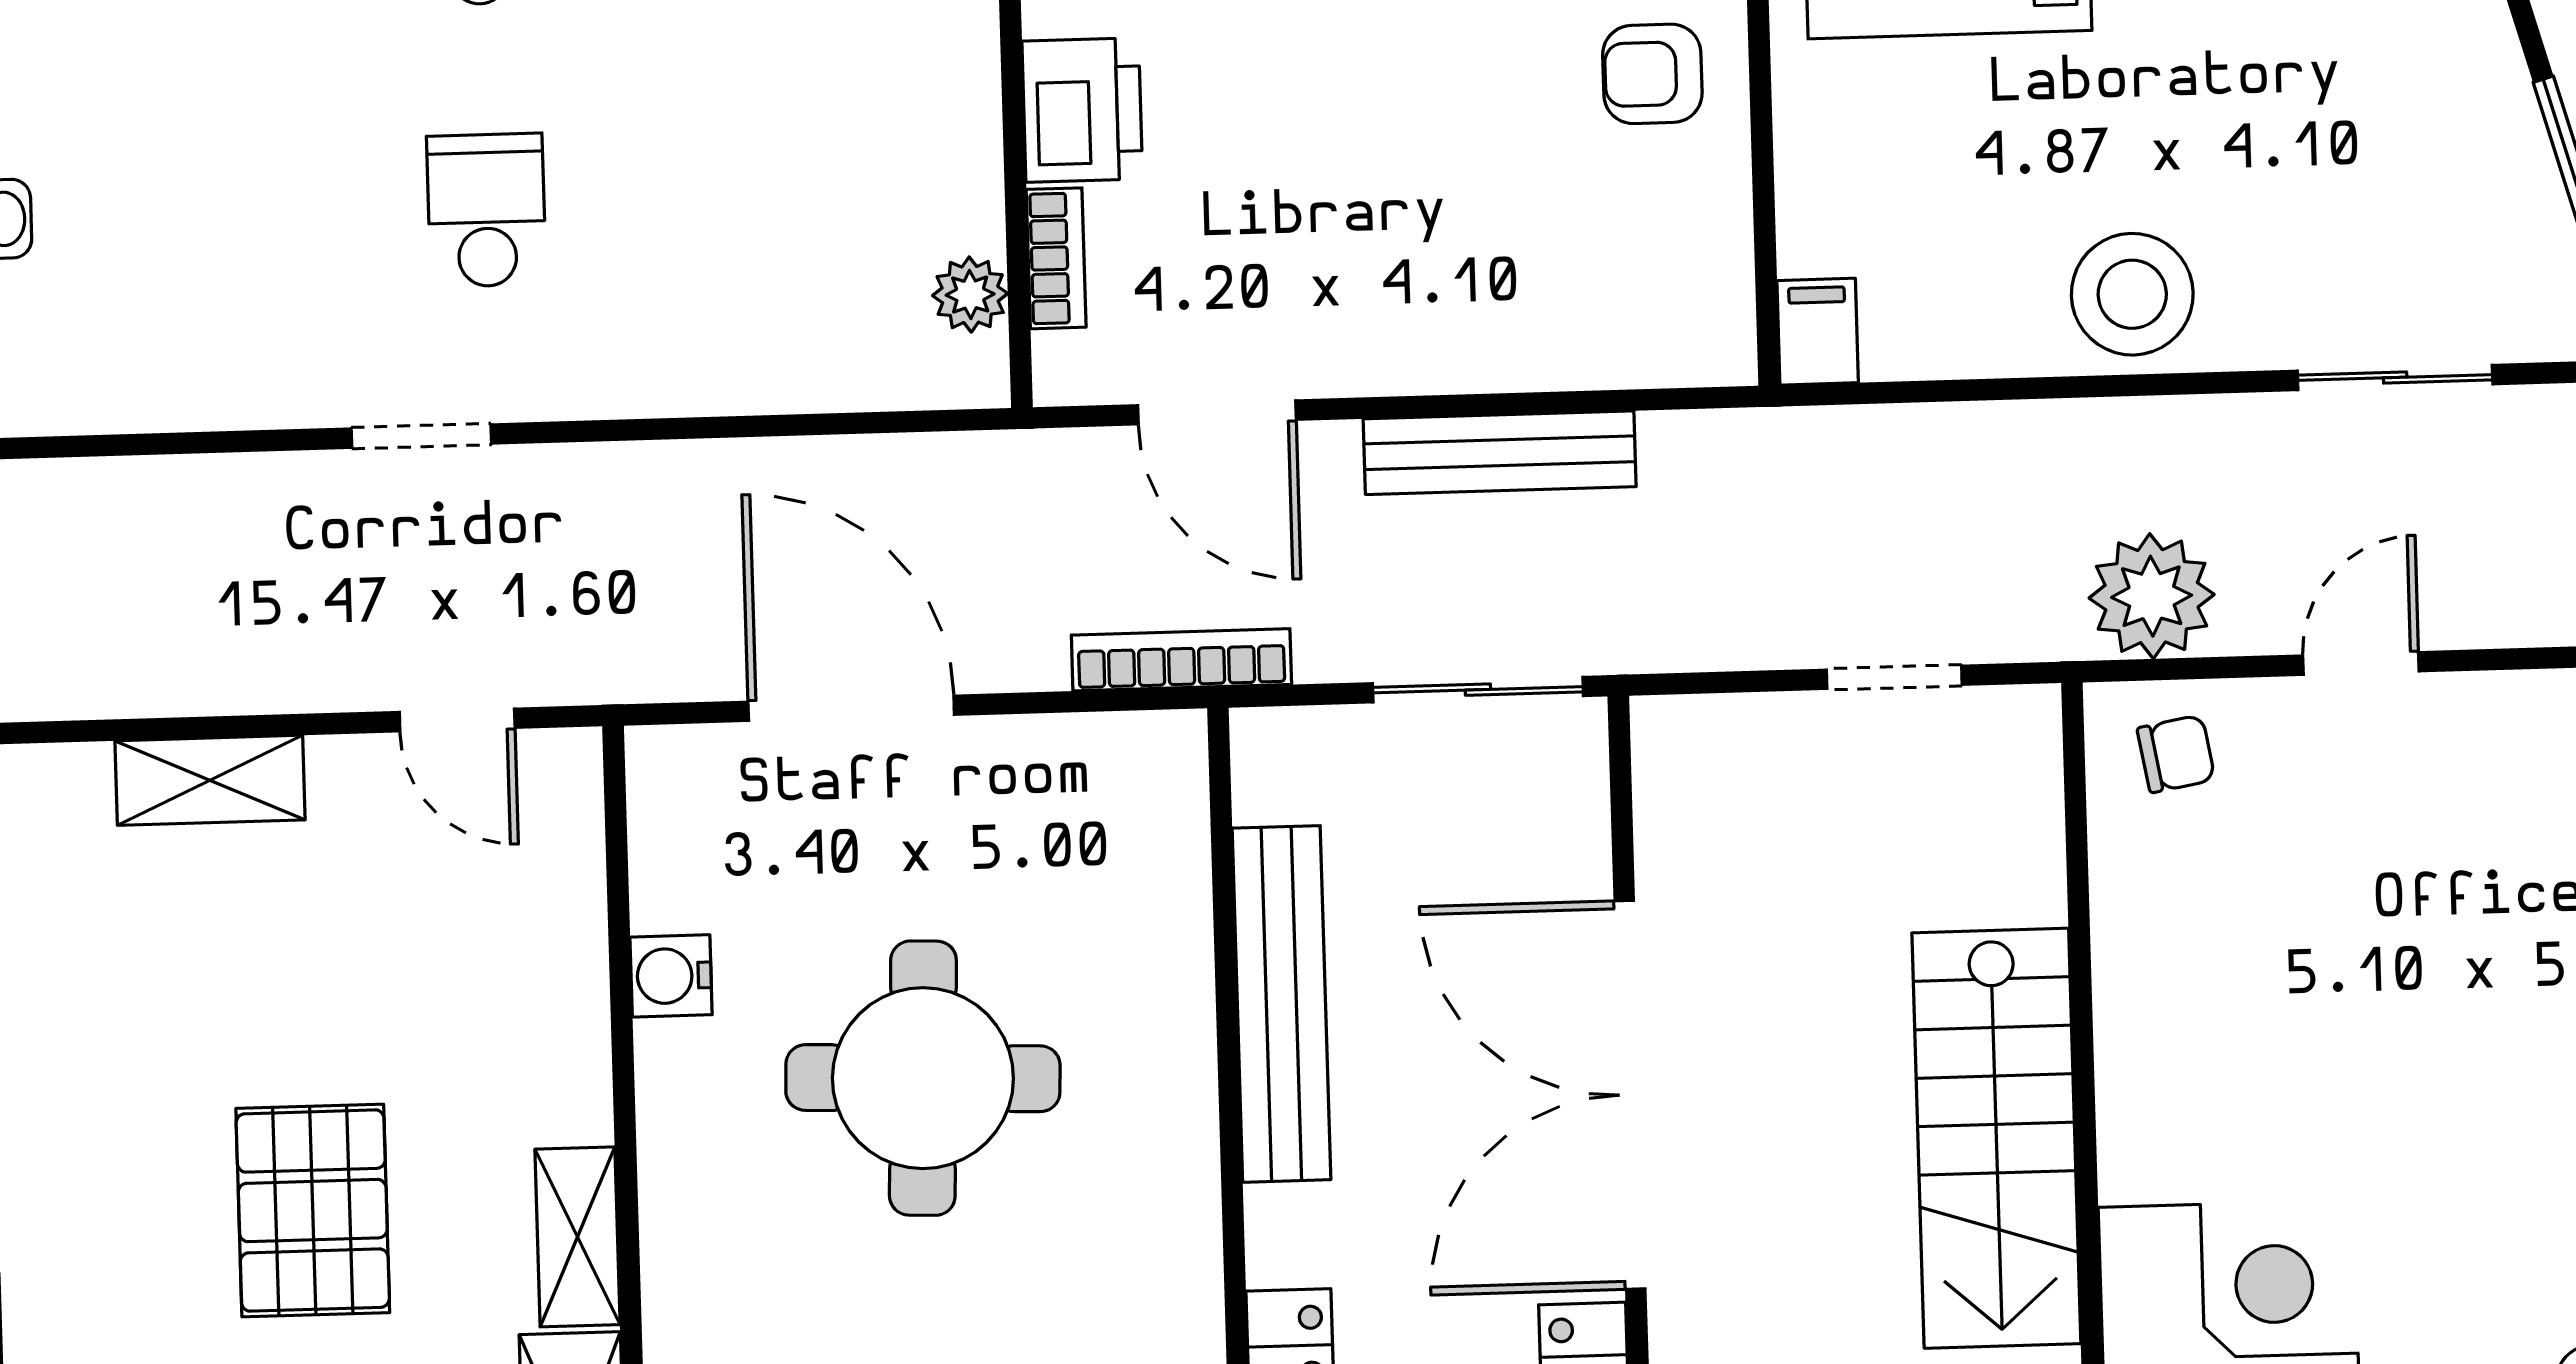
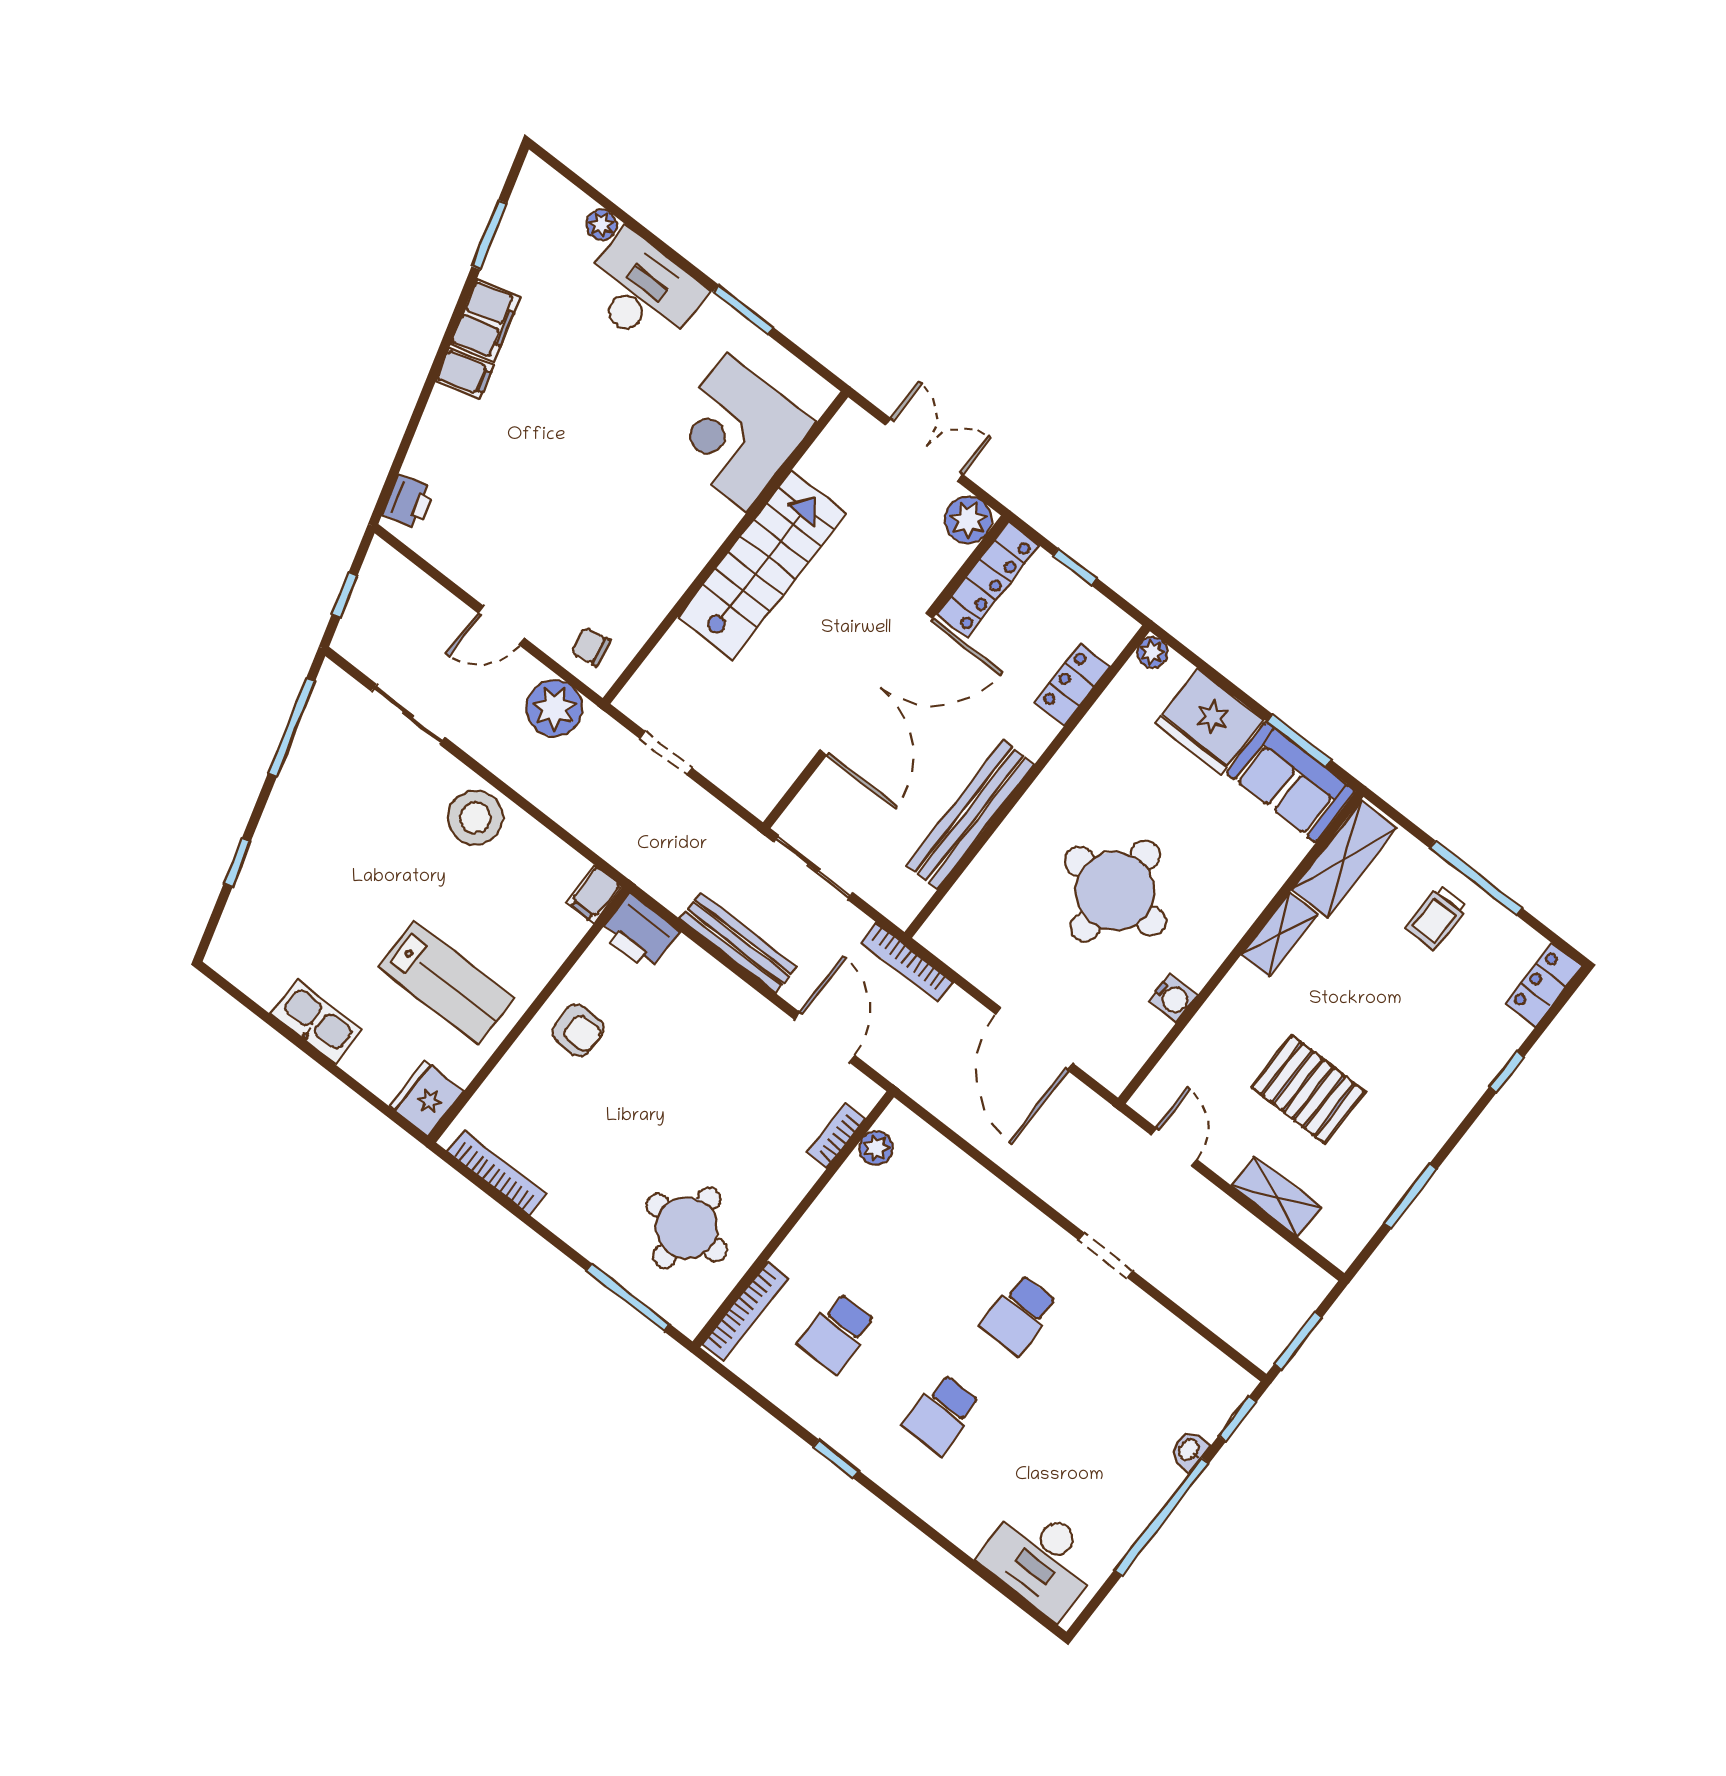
printer: (1082, 110) -> (639, 932), moved, turned -90
pallet: (313, 1211) -> (1308, 1089), moved, turned 90

